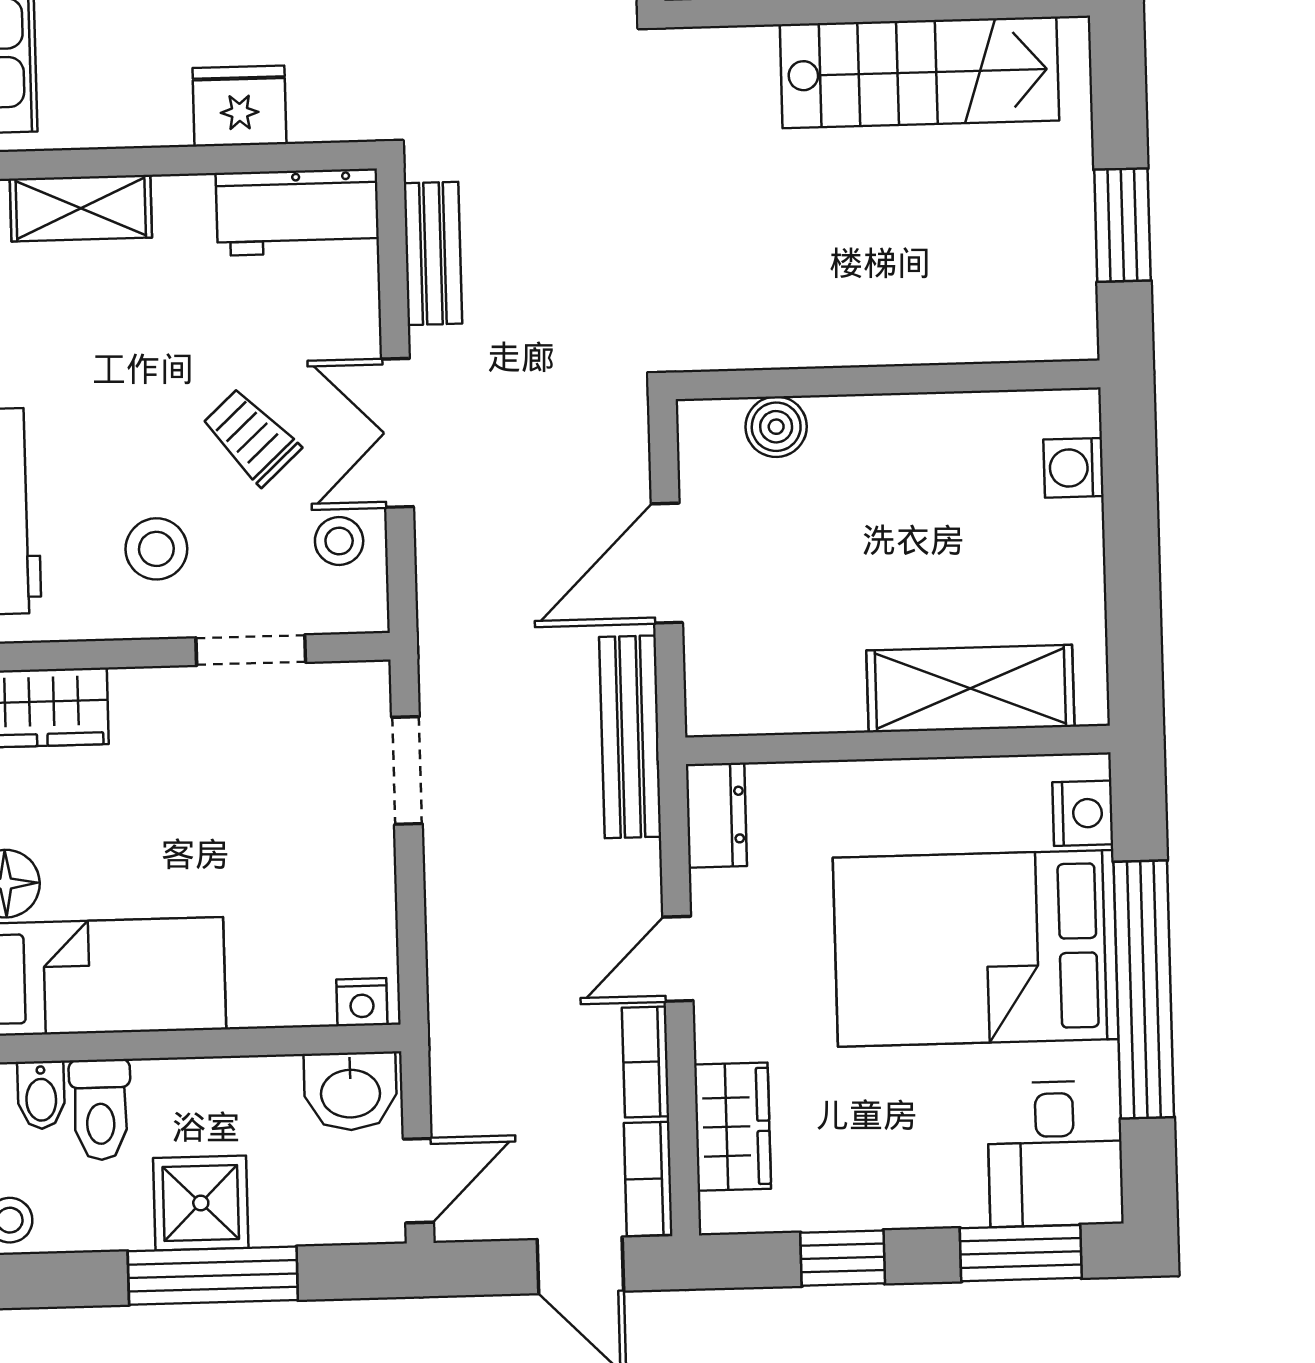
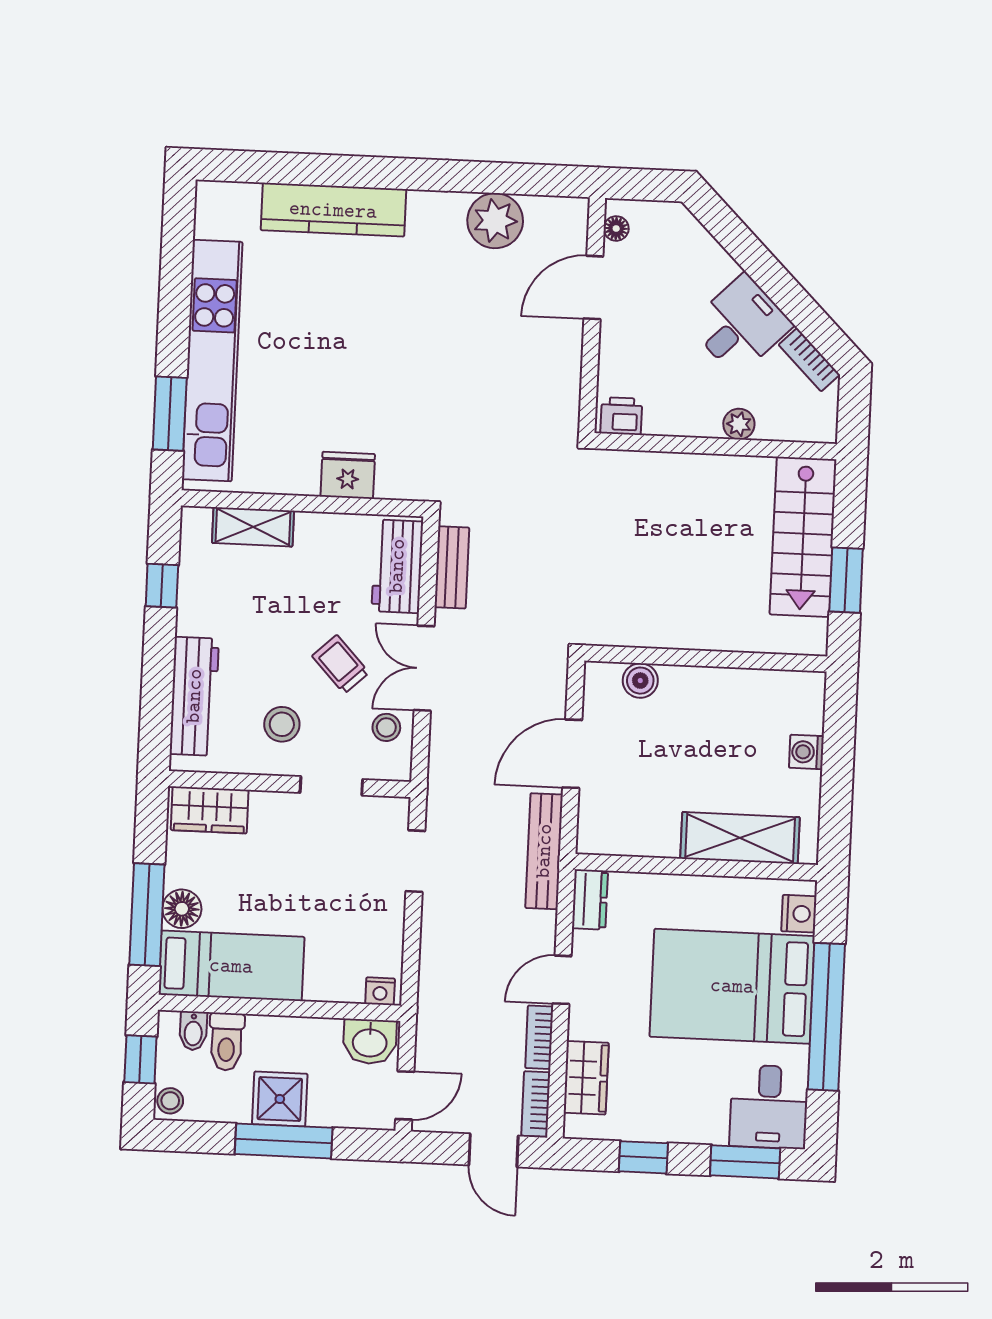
stairs: (919, 72) -> (803, 537), moved, turned 90
workbench: (297, 212) -> (397, 566), moved, turned 90
washing machine: (1073, 468) -> (806, 752), moved

